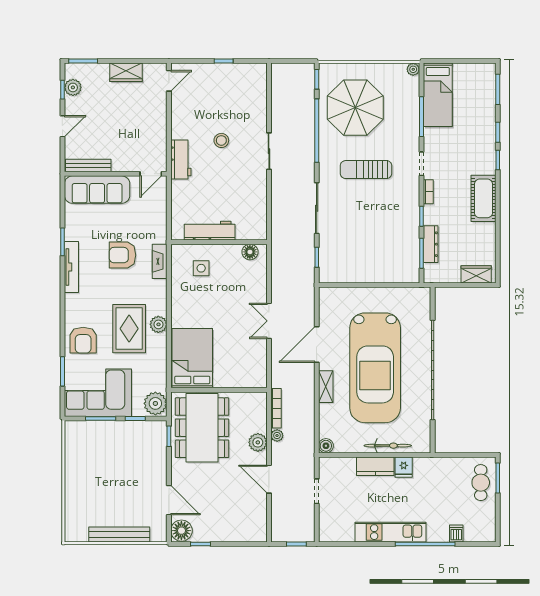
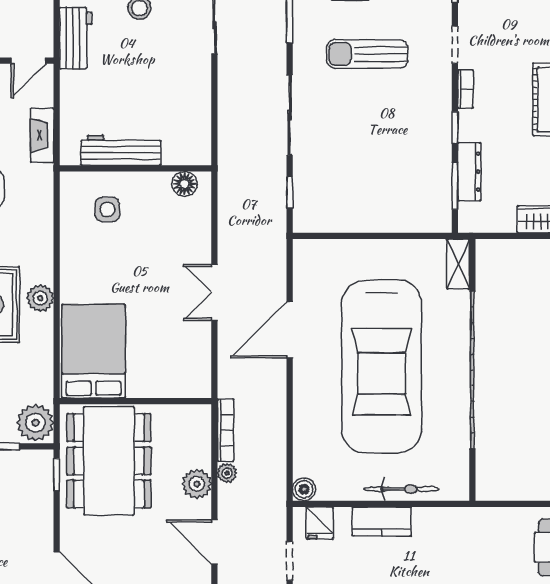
fireplace: (160, 261) -> (42, 135), moved
shelving: (326, 387) -> (458, 264), moved
fridge: (404, 467) -> (320, 523), moved

